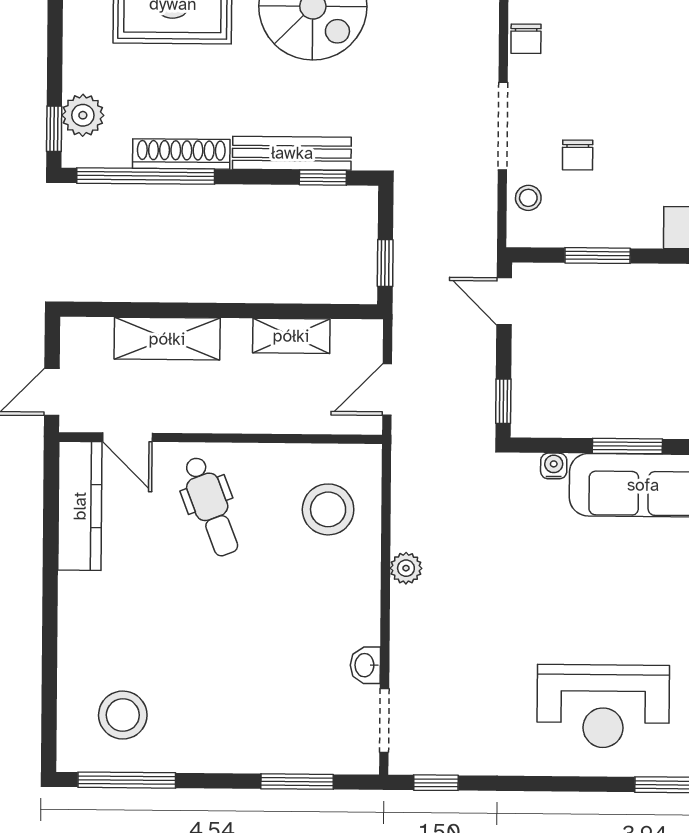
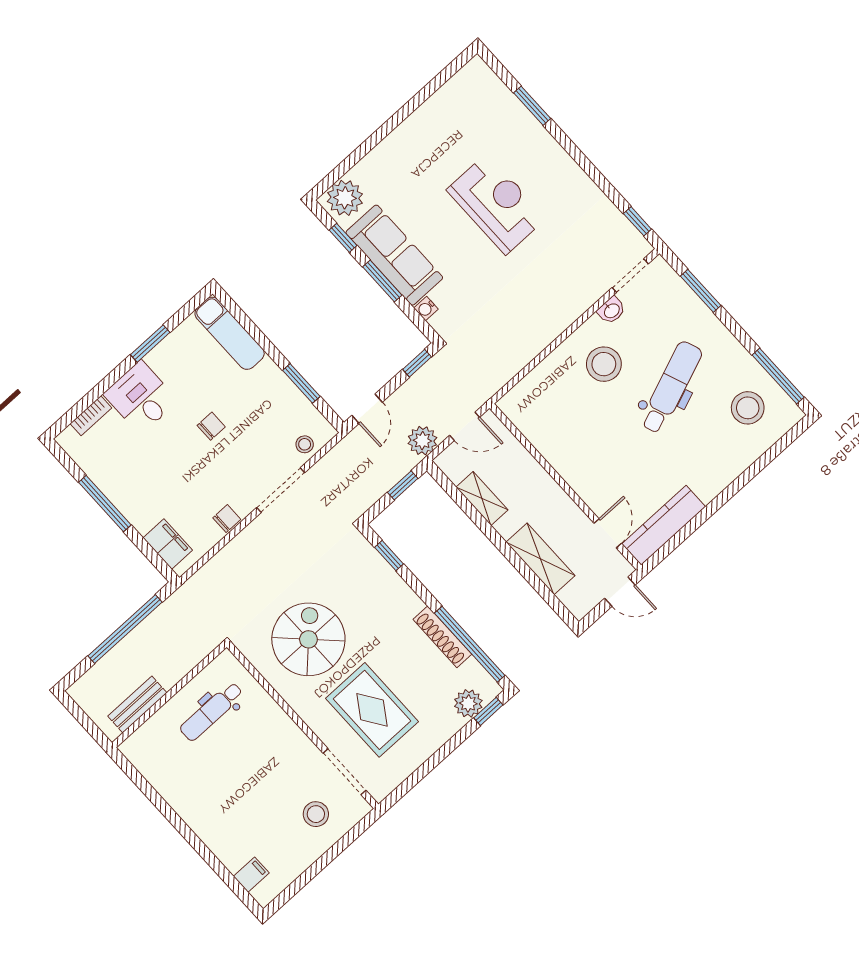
bench: (292, 153) -> (391, 582), removed
chair: (578, 155) -> (211, 426), moved
dental chair: (211, 506) -> (671, 387), moved, width x1.36, depth x1.38
stool: (328, 509) -> (604, 364), moved
plant: (406, 568) -> (422, 441), moved, width x1.38, depth x1.38
reception desk: (603, 706) -> (496, 204), moved

